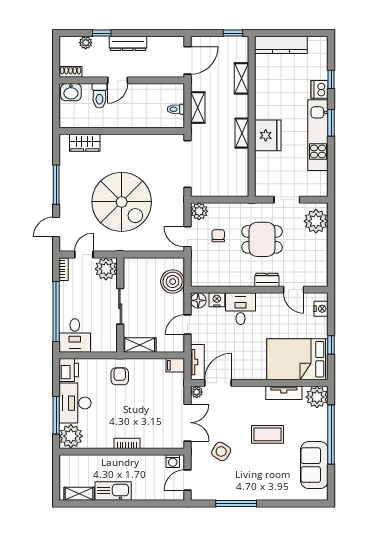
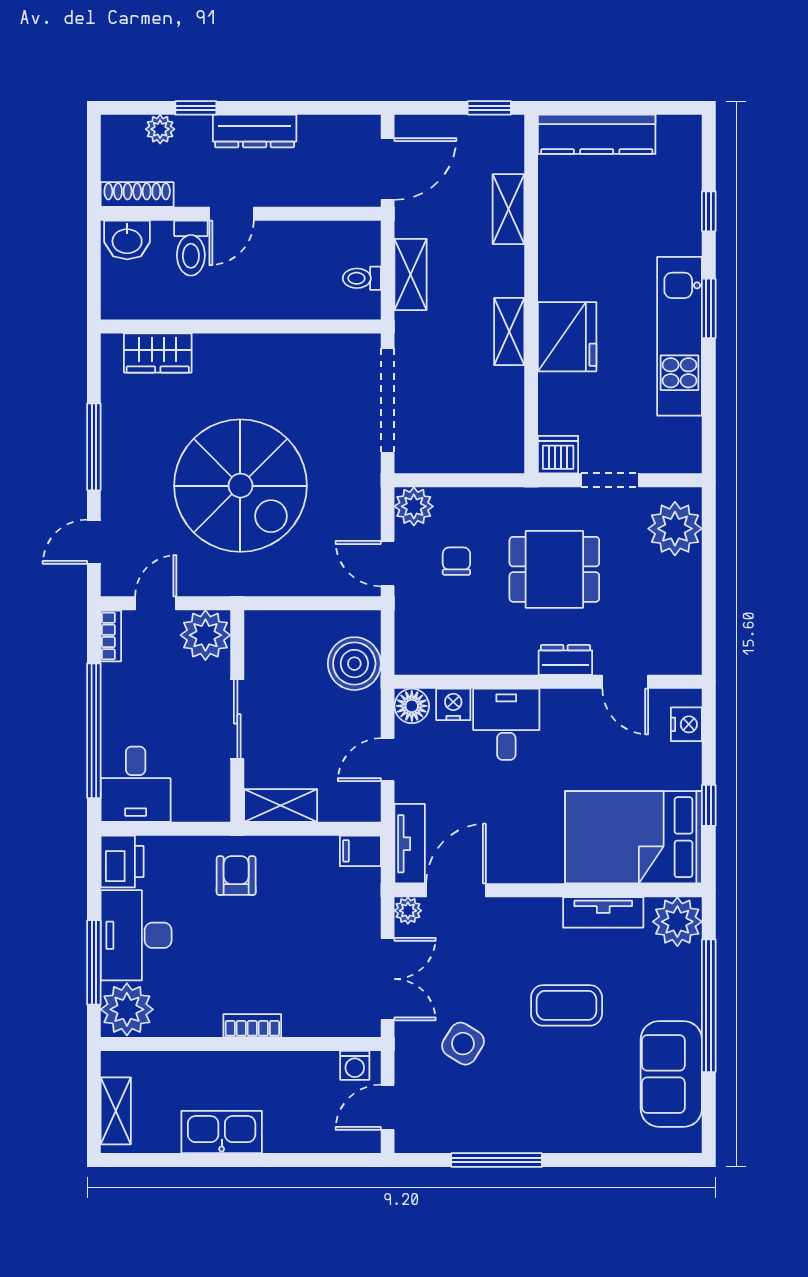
shoe rack: (71, 72) -> (137, 195), width x1.43
dishwasher: (320, 89) -> (558, 455), moved, turned 90
shelving: (79, 494) -> (116, 1111), moved, turned 90

